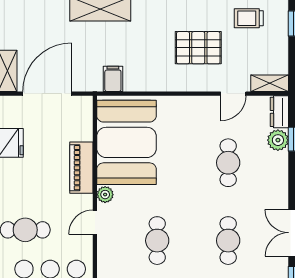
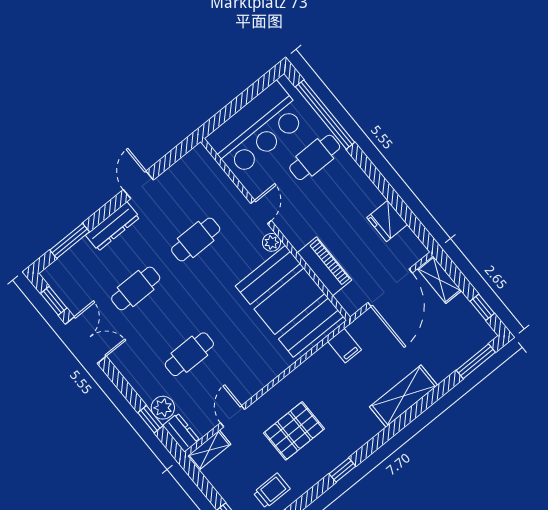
cafe table: (228, 163) -> (189, 354), turned 90
piano: (81, 168) -> (324, 266), moved
cafe table: (157, 241) -> (196, 239), turned 90
cafe table: (228, 241) -> (136, 288), turned 90

